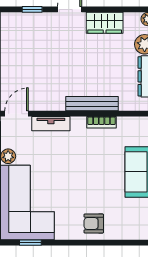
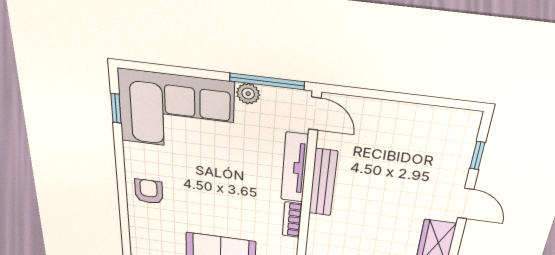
bench: (92, 104) -> (323, 183), moved
tv unit: (51, 124) -> (294, 168), width x1.41

